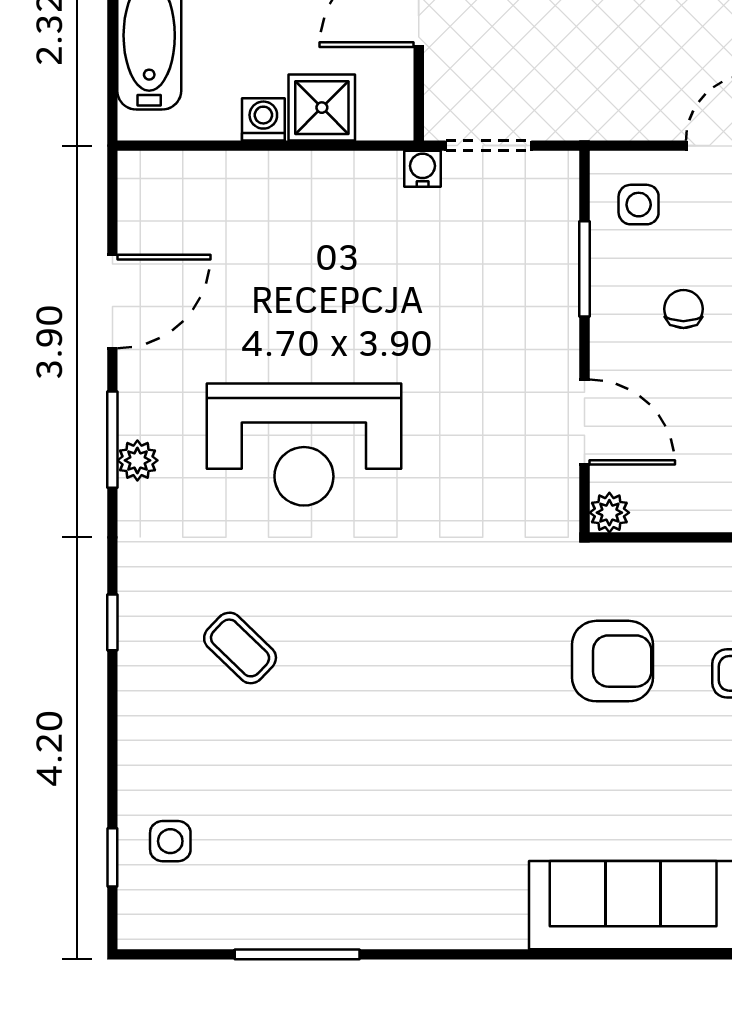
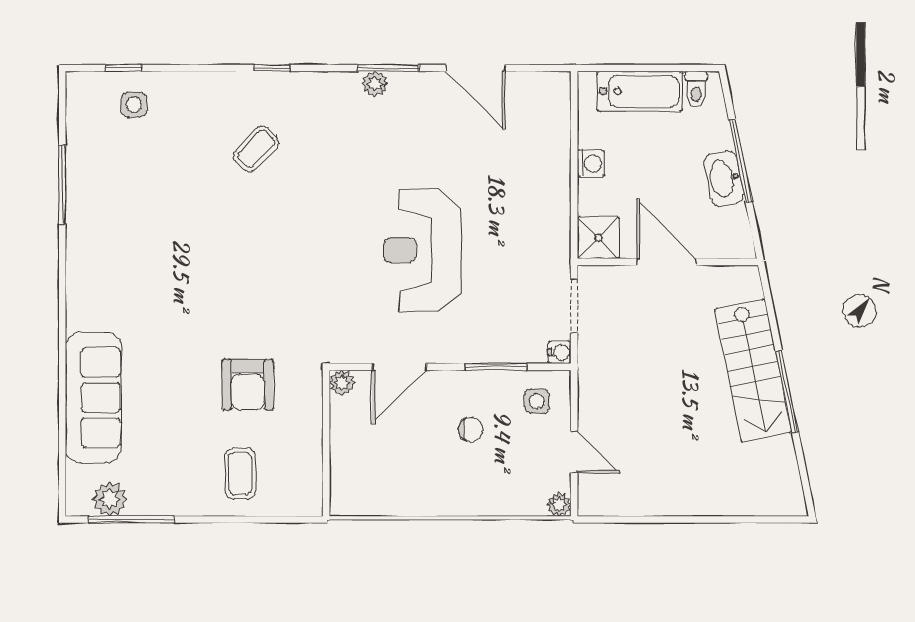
shower: (322, 108) -> (598, 238), moved
water cooler: (423, 169) -> (560, 352), moved
reception desk: (304, 445) -> (422, 250), moved

